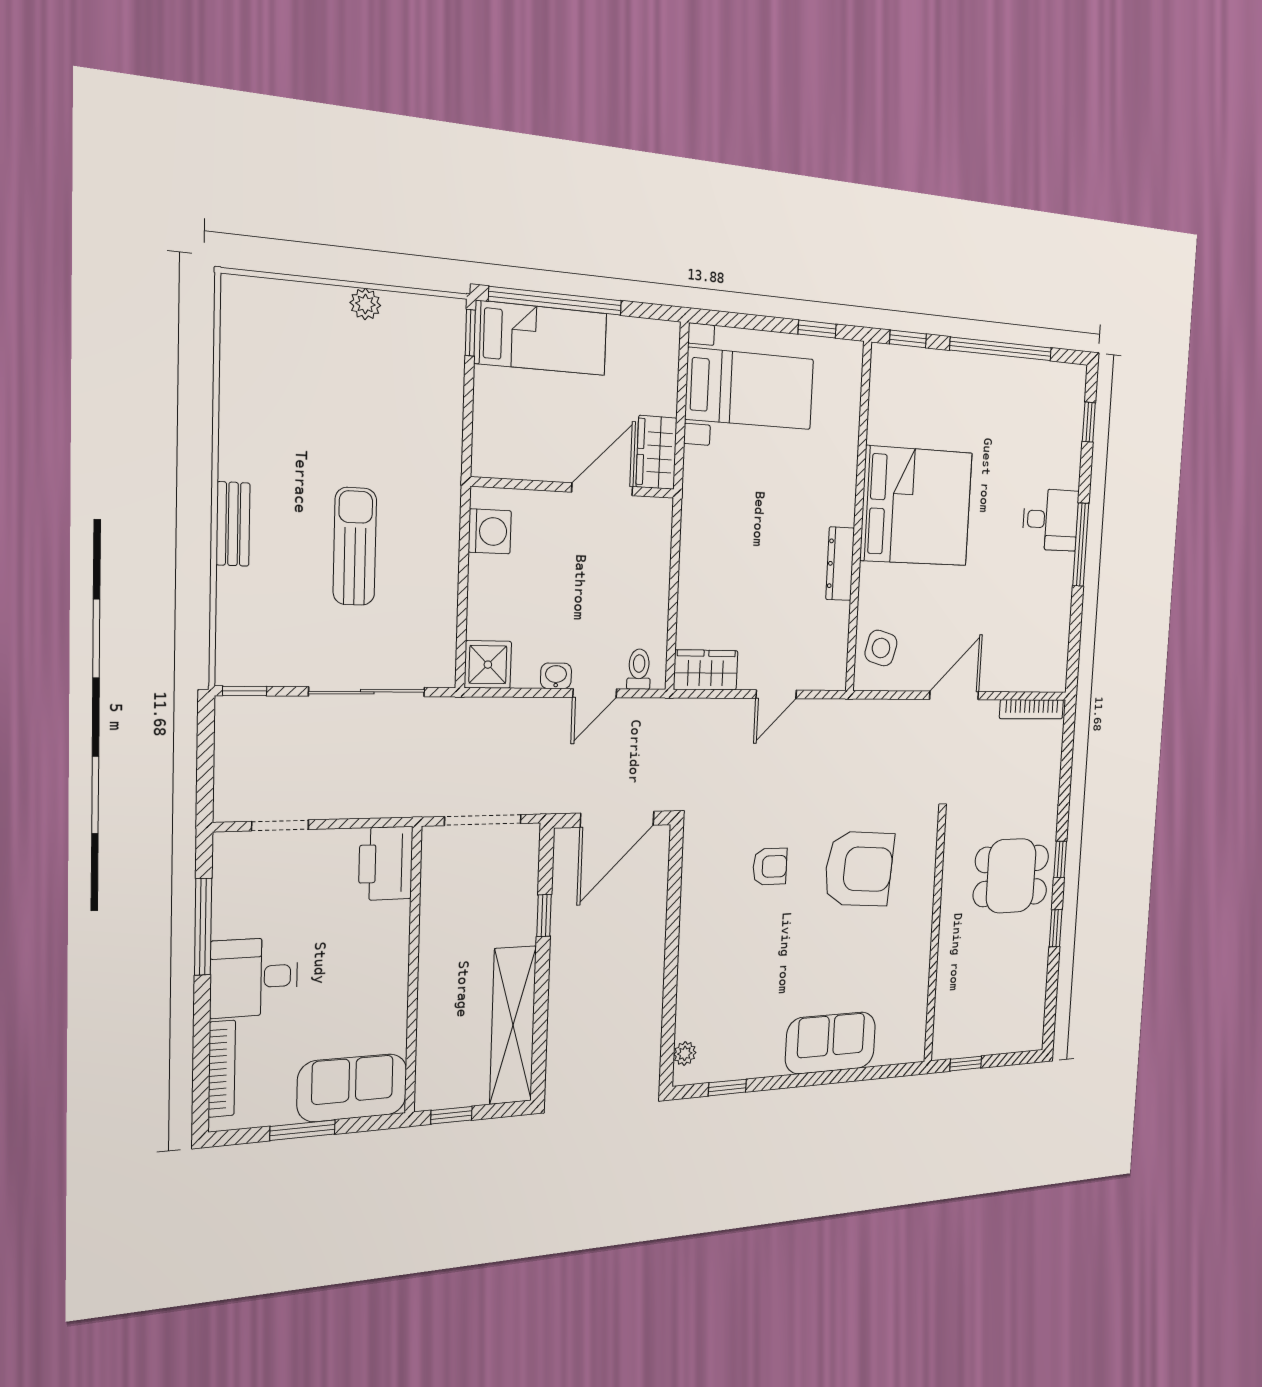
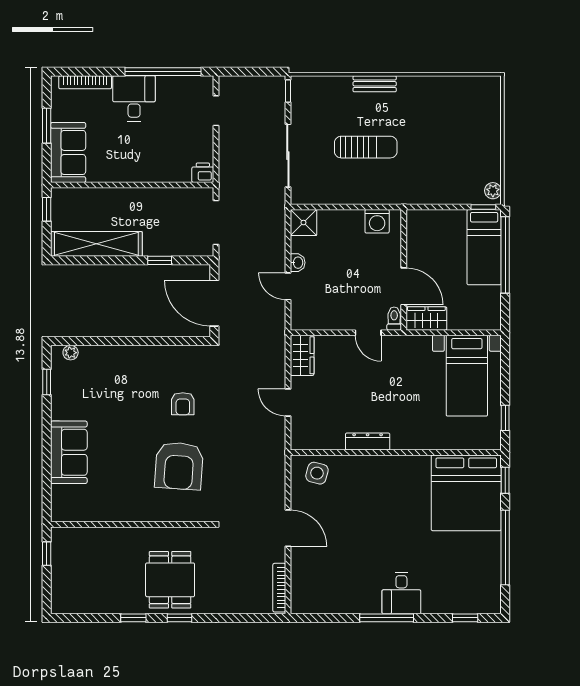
plant: (365, 304) -> (493, 191), moved
bed: (916, 506) -> (466, 493), moved
door: (675, 556) -> (368, 333), added
toilet: (639, 669) -> (394, 319), moved, turned -90
printer: (386, 863) -> (203, 173), width x0.53, depth x0.68
window: (203, 927) -> (163, 72), width x1.46

